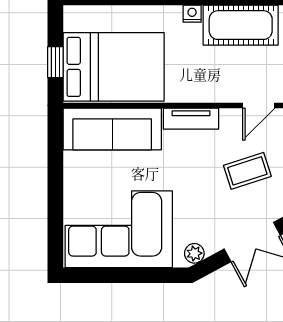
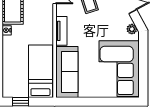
window: (55, 62) -> (20, 102), moved
bed: (114, 67) -> (40, 71), width x0.67

